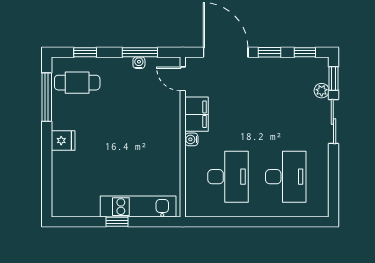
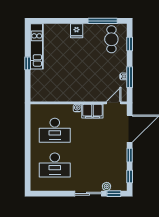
kitchen unit: (138, 207) -> (37, 46), moved

